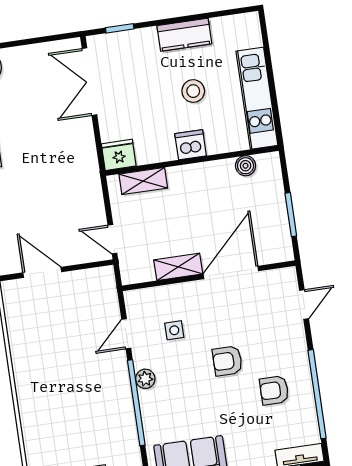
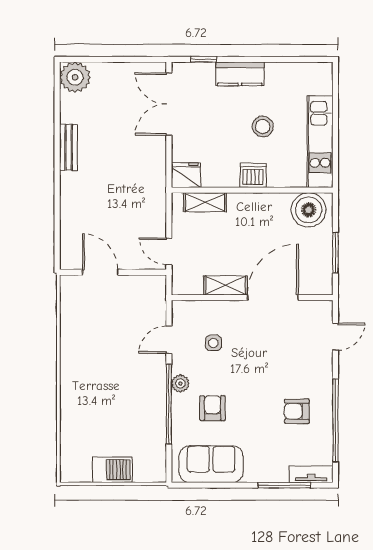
kitchen counter: (184, 35) -> (240, 74), moved
boiler: (246, 166) -> (309, 210), width x1.86, depth x1.86
armchair: (227, 361) -> (212, 408), moved, turned 90

